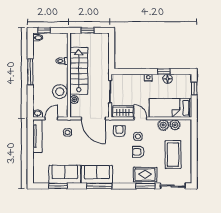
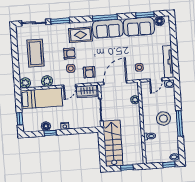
stairs: (79, 71) -> (113, 143), moved, turned 180
stool: (60, 92) -> (163, 119), moved
door: (93, 118) -> (115, 83), hinge flipped
door: (140, 118) -> (70, 86), hinge flipped
plant: (175, 125) -> (25, 83), moved
rug: (145, 175) -> (80, 35), moved
floor lamp: (43, 178) -> (159, 21), added

